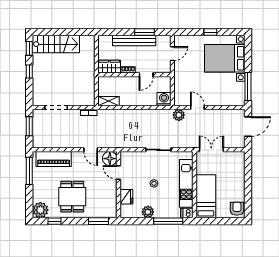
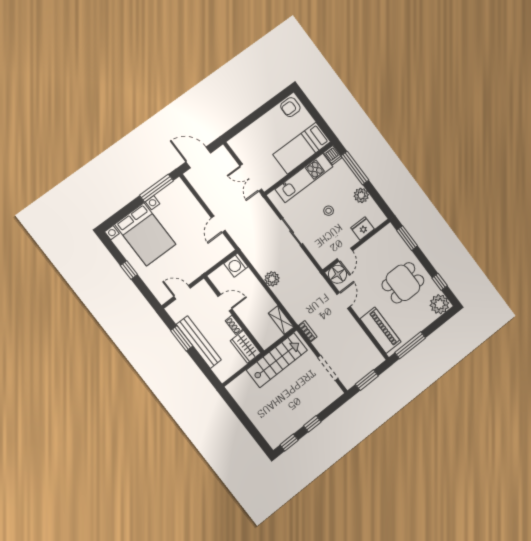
stairs: (56, 44) -> (277, 360), moved, turned 90
plant: (179, 115) -> (272, 279), moved

